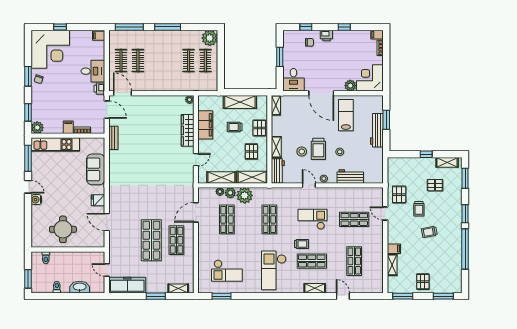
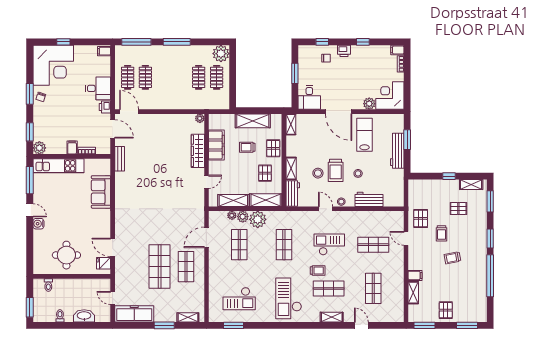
fridge: (98, 200) -> (103, 263), moved

